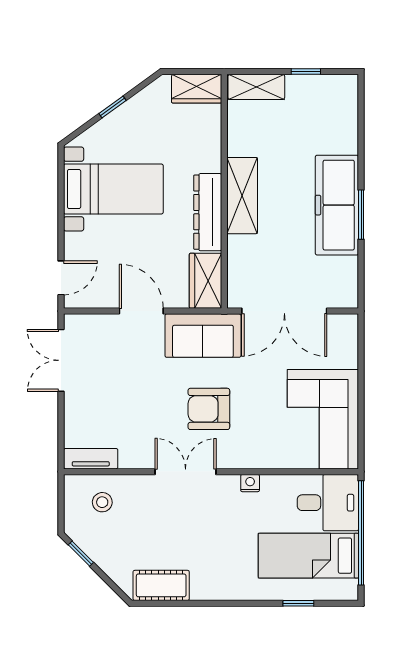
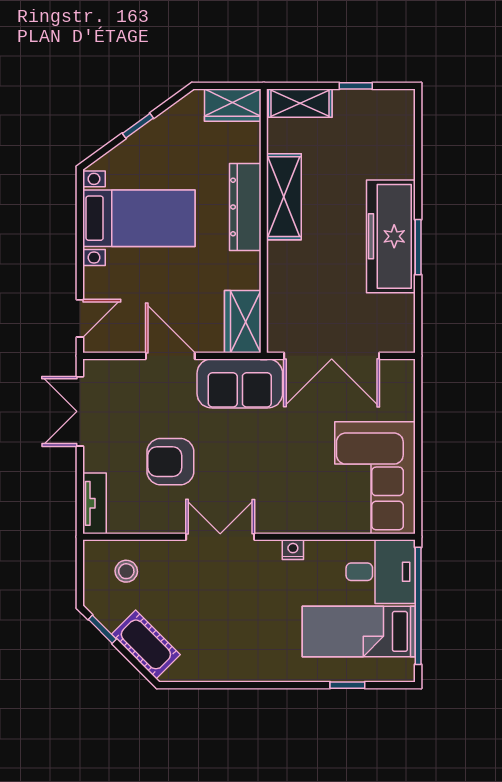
shelving: (242, 196) -> (284, 197), moved
dresser: (208, 212) -> (245, 207), moved
armchair: (209, 409) -> (170, 462), moved
tv unit: (91, 459) -> (94, 503), moved, turned 90
cot: (161, 585) -> (146, 644), moved, turned 45

